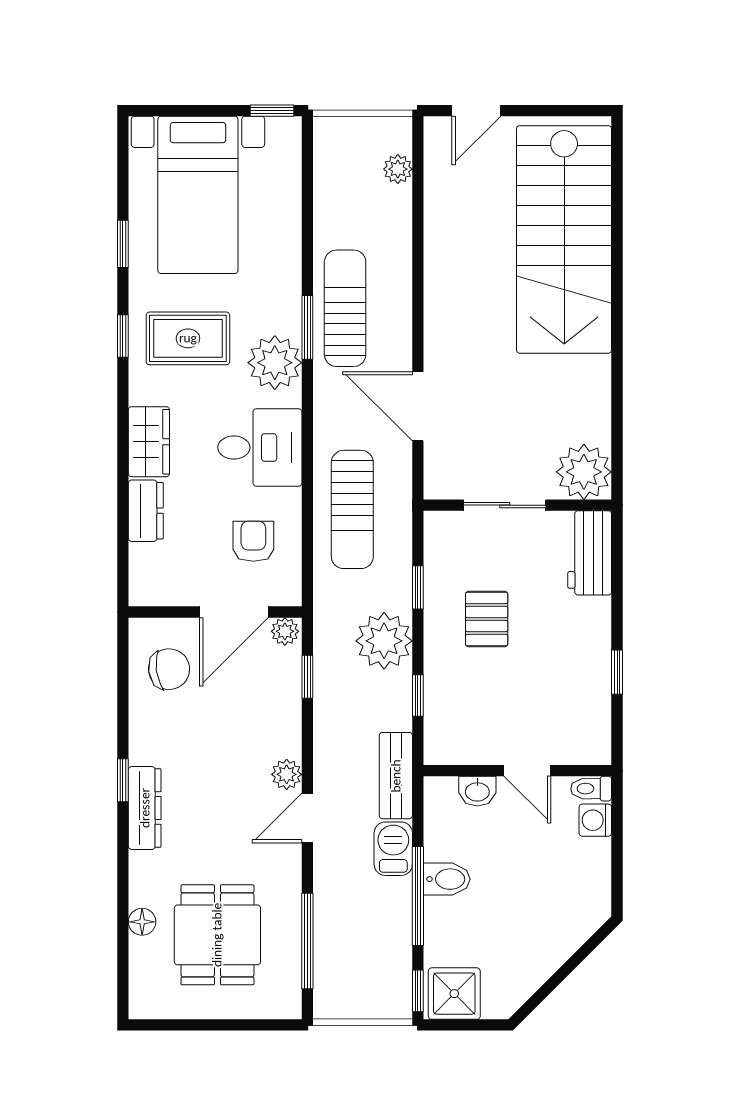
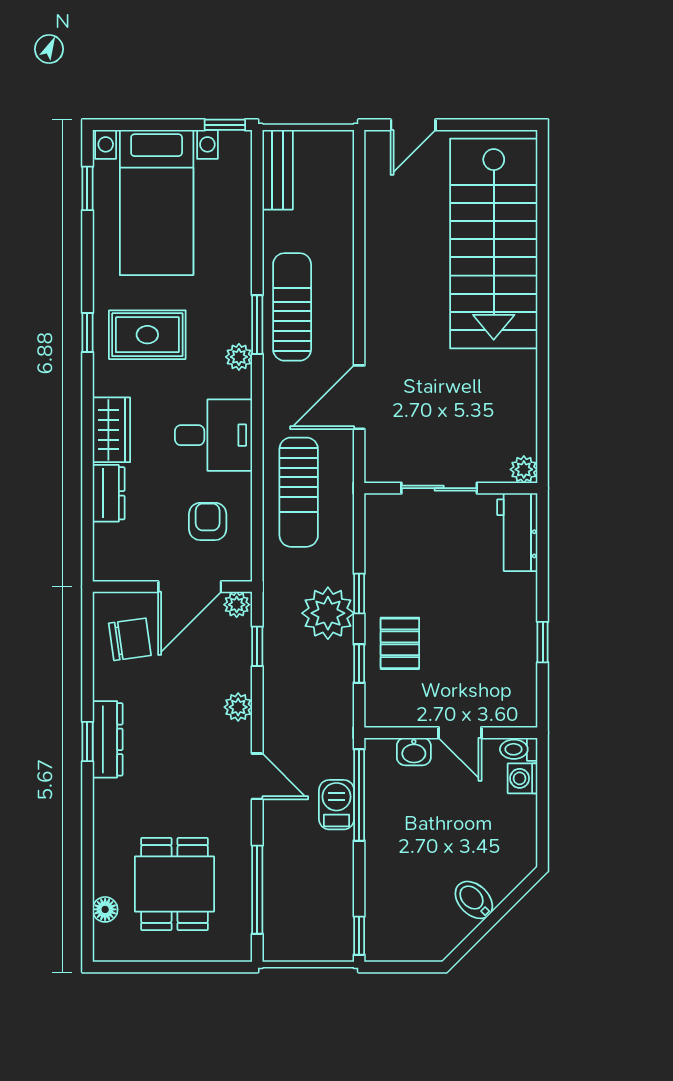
plant: (398, 169) -> (341, 179), removed
window: (123, 244) -> (87, 188), moved
plant: (275, 363) -> (239, 357), width x0.53, depth x0.53
door: (418, 406) -> (359, 397), hinge flipped
plant: (584, 472) -> (524, 469), width x0.53, depth x0.53
window: (418, 587) -> (359, 594), moved
pallet: (487, 619) -> (400, 643), moved
plant: (287, 774) -> (238, 707), moved
bench: (396, 776) -> (278, 170), moved
dresser: (145, 808) -> (108, 739), moved
door: (307, 818) -> (257, 776), swing flipped
bidet: (447, 879) -> (474, 900), moved, turned -135
window: (418, 896) -> (359, 795), moved
floor lamp: (142, 922) -> (105, 909), moved
shower: (454, 994) -> (393, 938), removed

